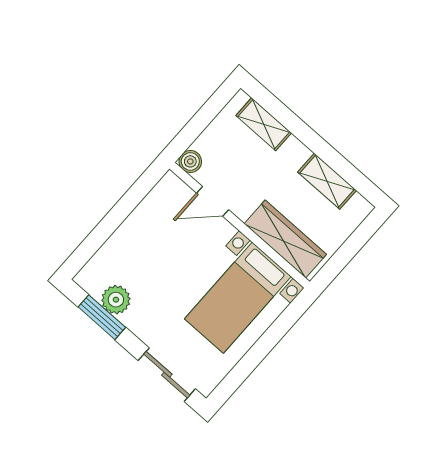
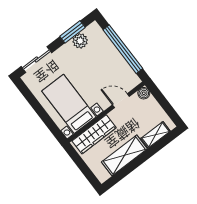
shelving: (327, 181) -> (124, 155), width x1.50, depth x1.33
door: (213, 201) -> (121, 101), hinge flipped
window: (116, 217) -> (123, 49), added

